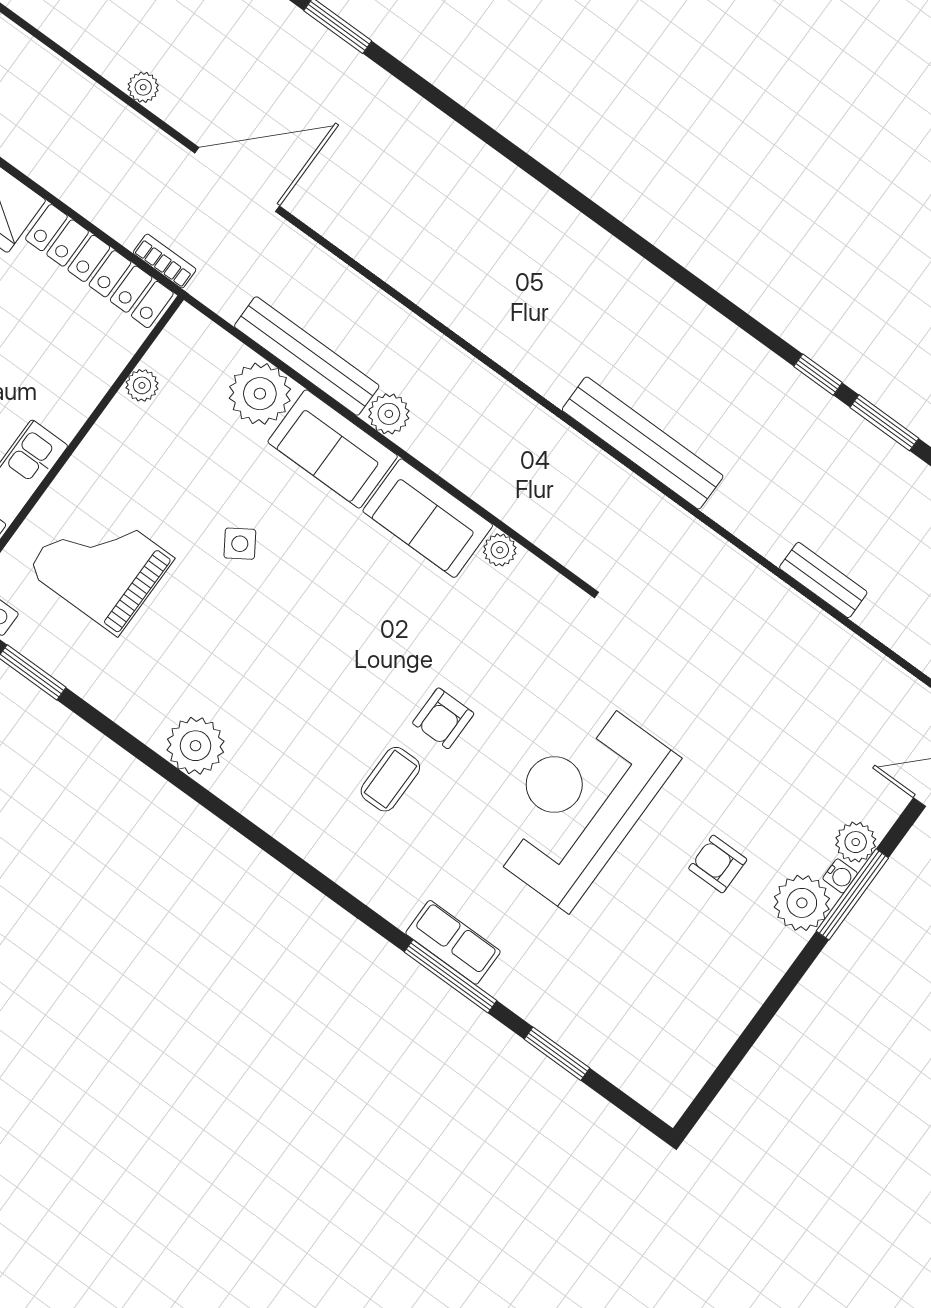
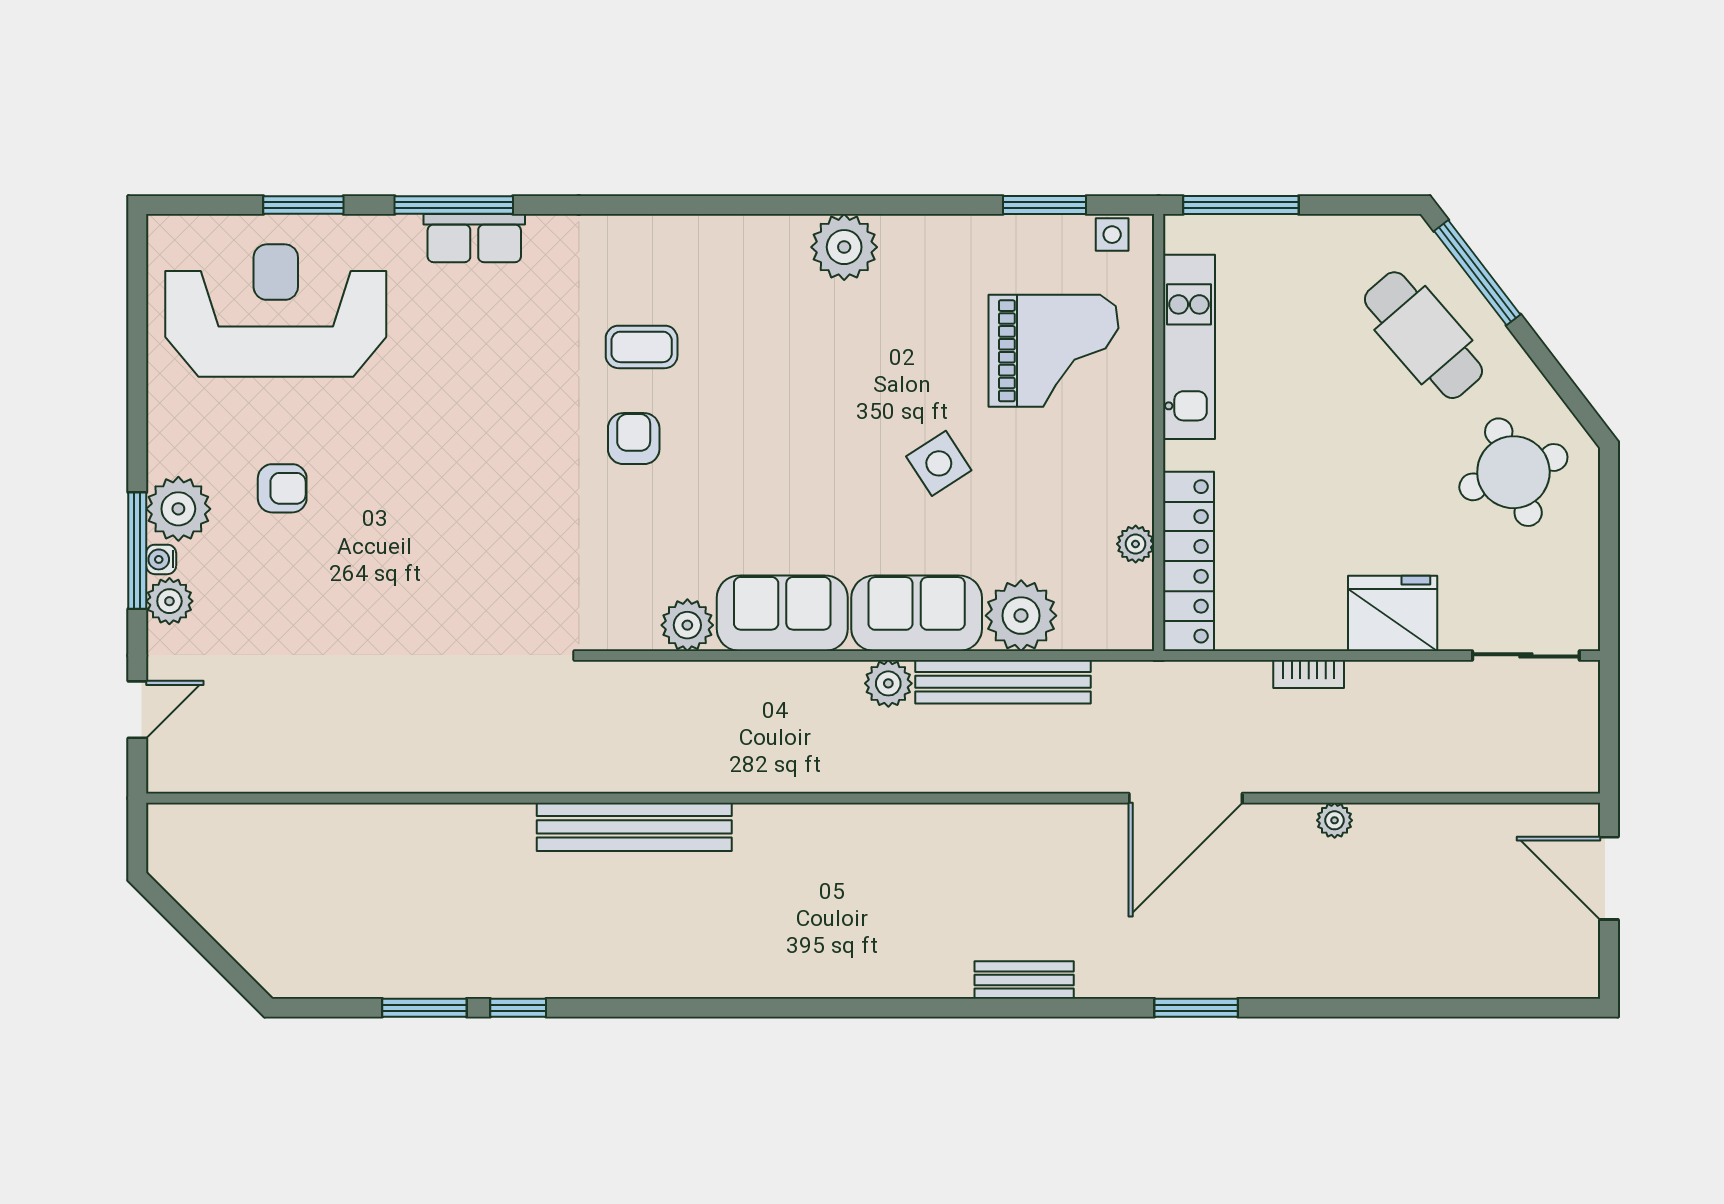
bookcase: (165, 261) -> (1309, 674), moved
locker: (99, 266) -> (1188, 561), moved, turned 90
side table: (240, 544) -> (939, 463), width x1.37, depth x1.37
plant: (500, 550) -> (687, 625), width x1.38, depth x1.38
bench: (823, 580) -> (1024, 980), moved
coffee table: (390, 779) -> (642, 347), turned 90
reception desk: (579, 802) -> (276, 311), moved, turned -90

